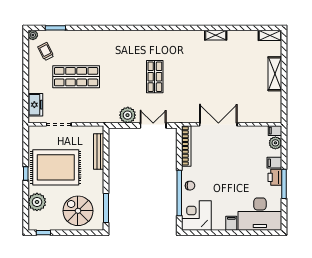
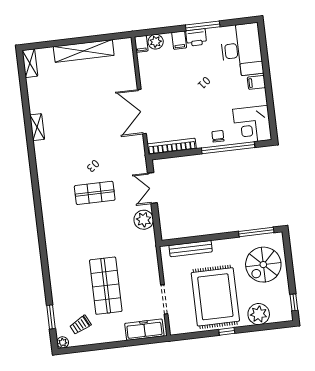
shelving: (275, 74) -> (84, 51), width x1.47
freezer: (35, 105) -> (144, 330), width x1.40

